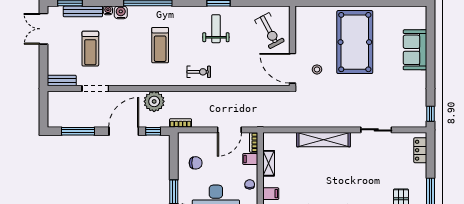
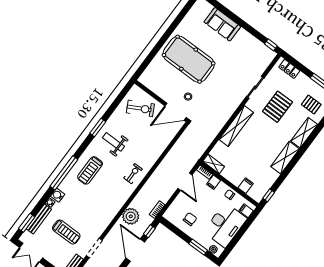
treadmill: (160, 45) -> (90, 170), moved, turned 90
shelving: (269, 163) -> (214, 164), moved
pallet: (374, 167) -> (277, 107), added

